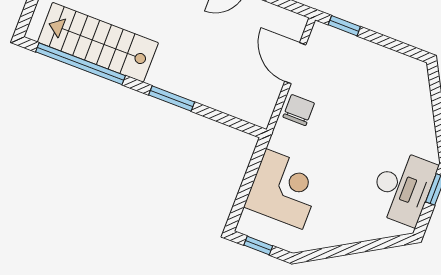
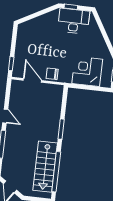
door: (295, 63) -> (32, 80), swing flipped

